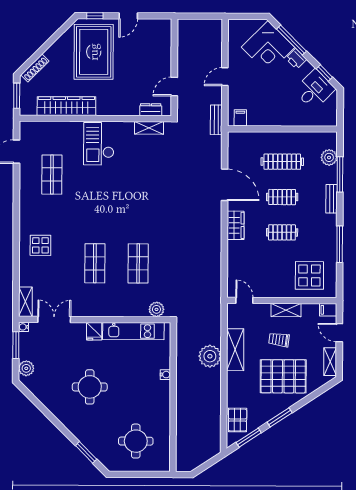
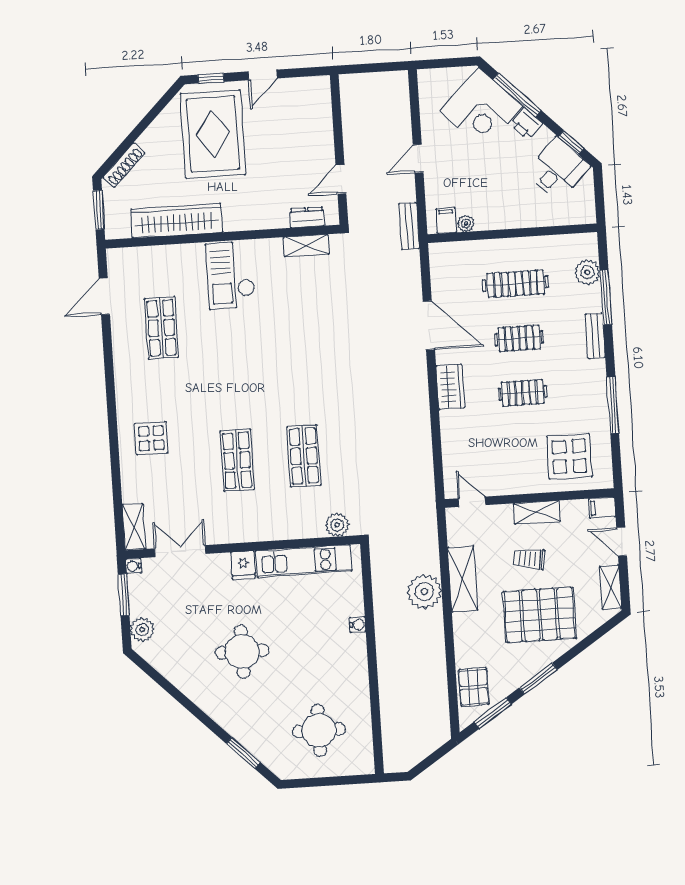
plant: (253, 121) -> (466, 223), added

